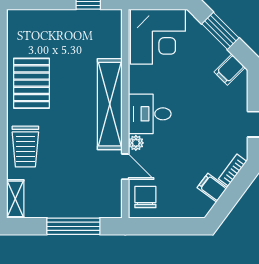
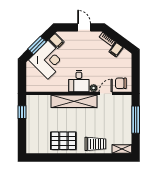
corner desk: (158, 37) -> (48, 60), moved, turned 45

